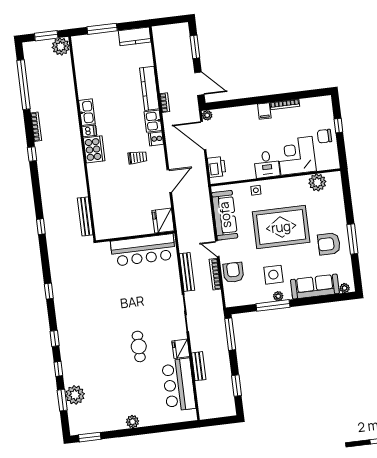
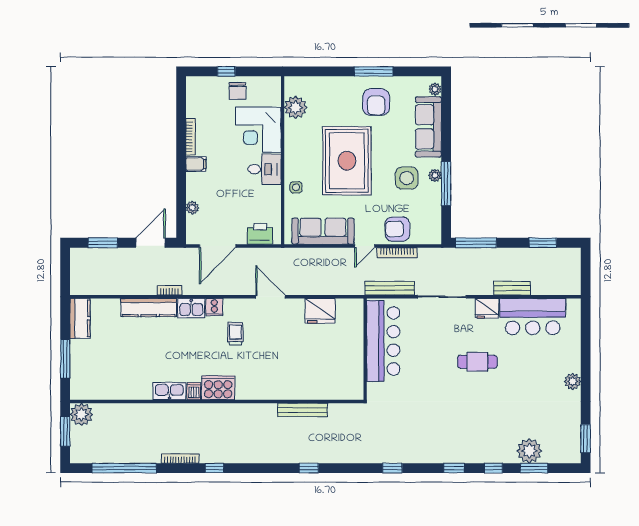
plant: (207, 115) -> (192, 208), moved
wall: (135, 237) -> (365, 349), moved
bar counter: (143, 250) -> (383, 341), moved

